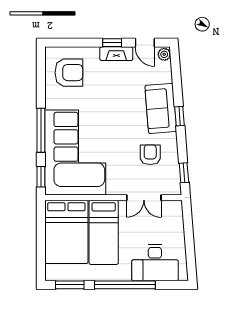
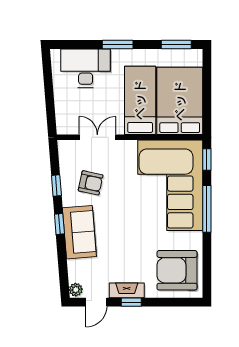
door: (145, 43) -> (96, 302), swing flipped
armchair: (69, 73) -> (177, 270), width x1.36, depth x1.36
armchair: (150, 155) -> (91, 183), turned -78
window: (184, 173) -> (56, 186), moved
window: (125, 285) -> (118, 45), width x0.47

